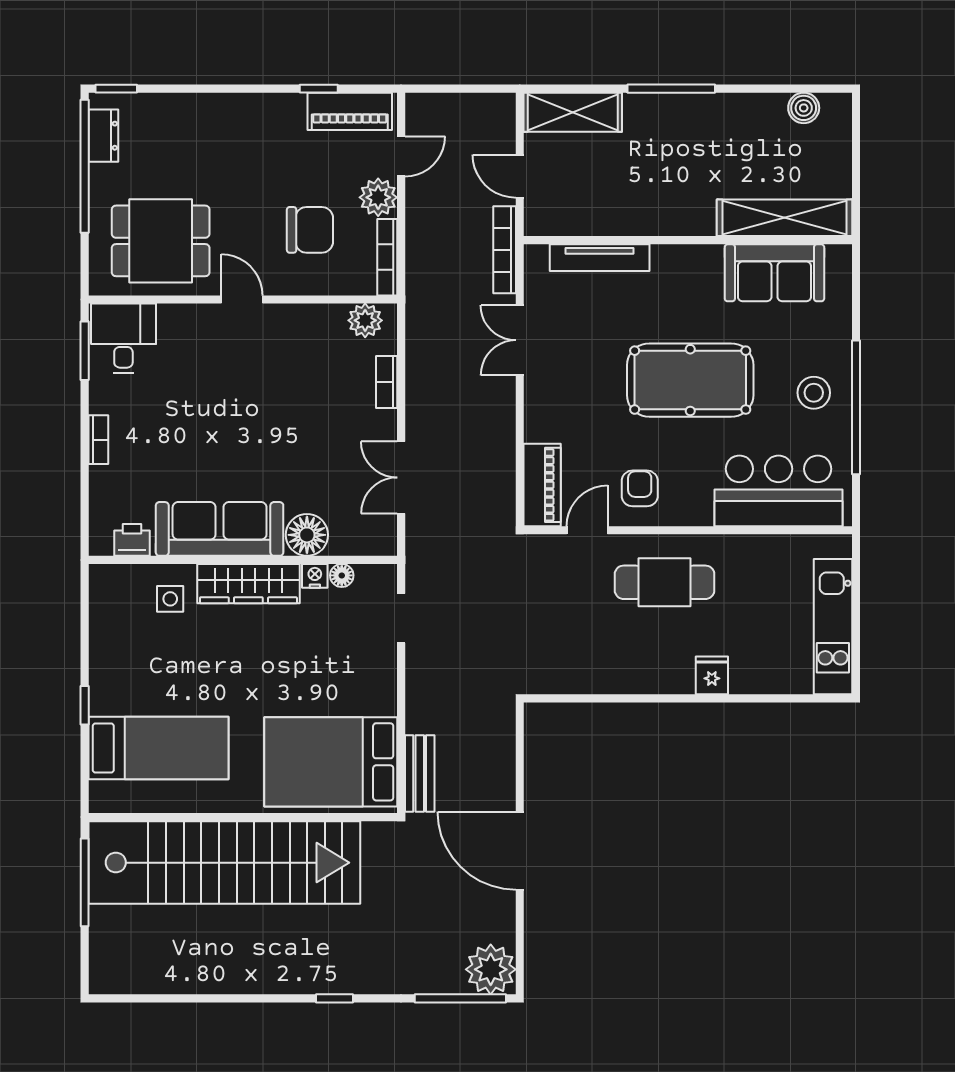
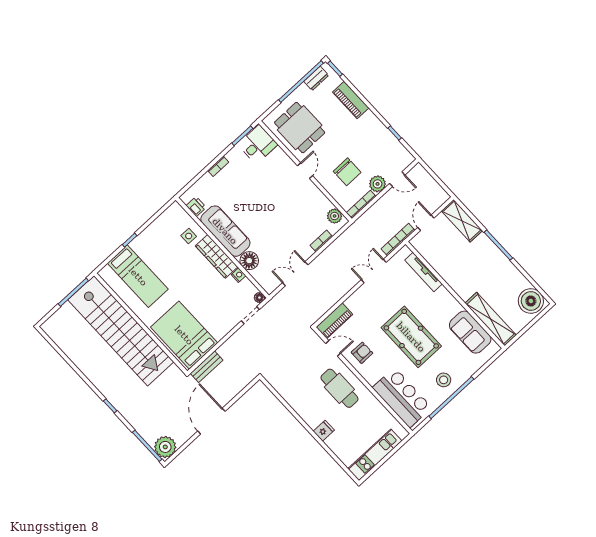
boiler: (804, 108) -> (531, 301), width x1.86, depth x1.86
piano: (350, 111) -> (351, 100), moved
floor lamp: (342, 575) -> (259, 298), moved

